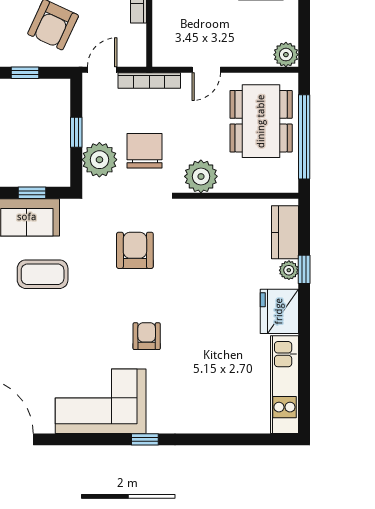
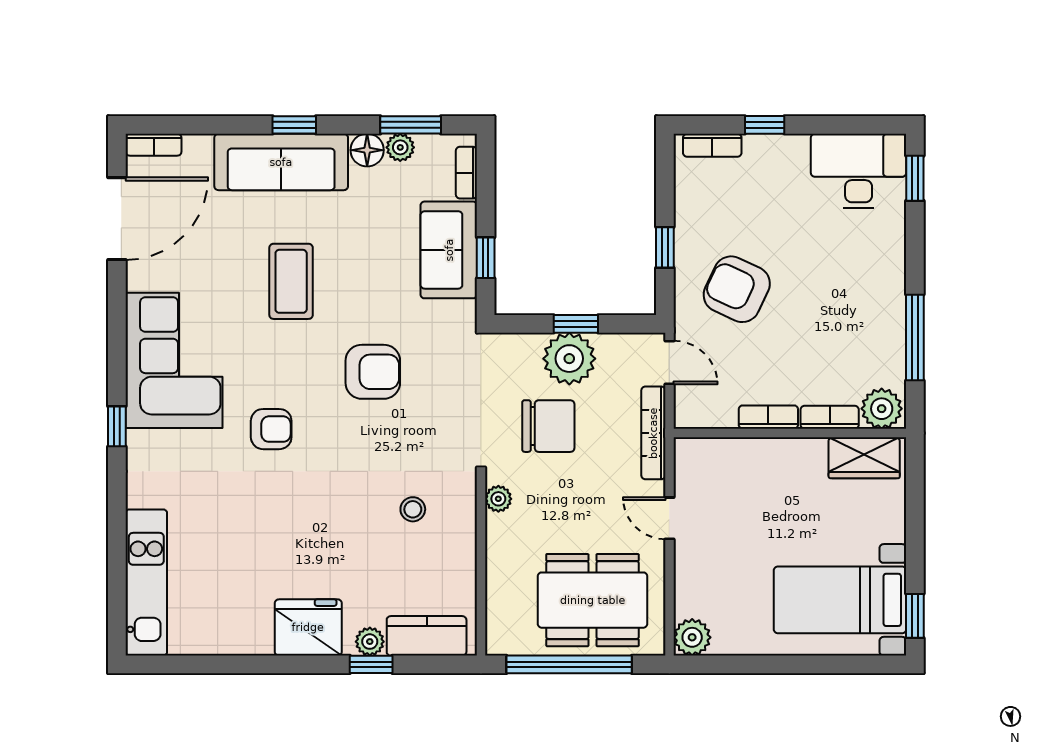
plant: (99, 160) -> (569, 359), moved
plant: (201, 176) -> (498, 499), width x0.53, depth x0.53
stool: (200, 241) -> (413, 509), added
armchair: (135, 250) -> (373, 372), moved
coffee table: (43, 274) -> (291, 281), moved
kitchen unit: (284, 385) -> (146, 583), moved, turned 90

